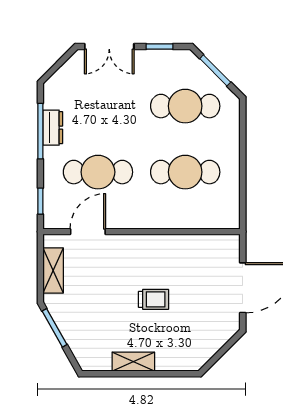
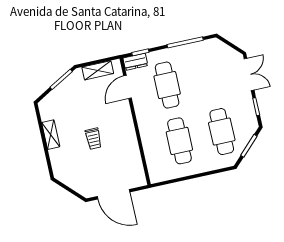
double door: (109, 46) -> (249, 74), swing flipped
dresser: (53, 128) -> (135, 62), moved
door: (88, 232) -> (127, 87), swing flipped

